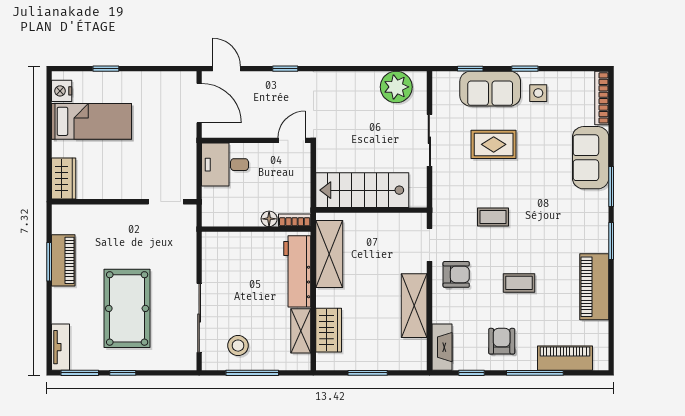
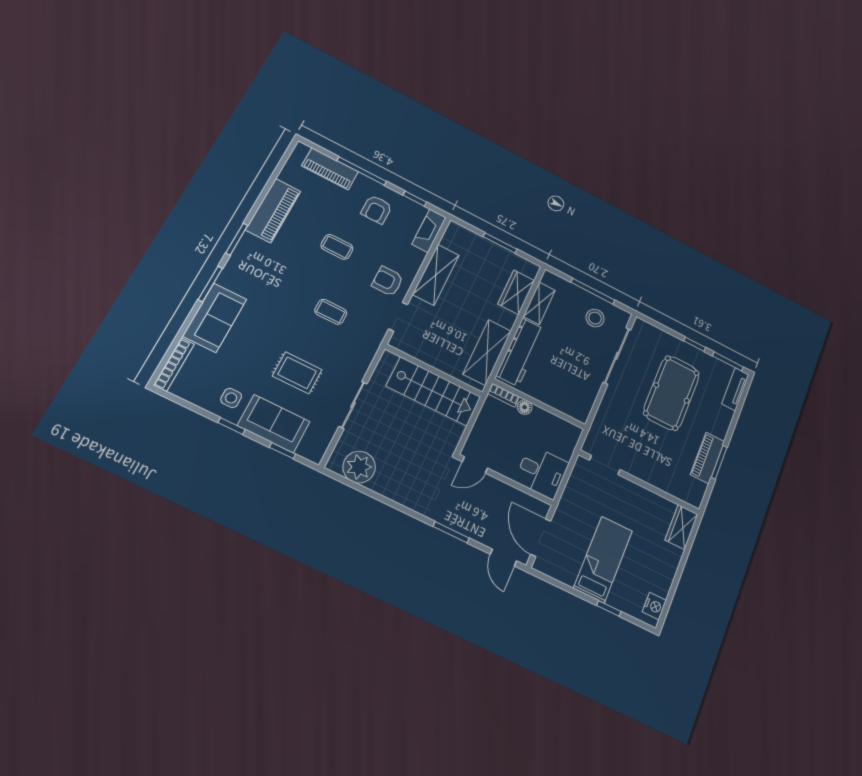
window: (285, 69) -> (451, 532), width x1.50
bed: (92, 121) -> (603, 559), moved, turned 90

